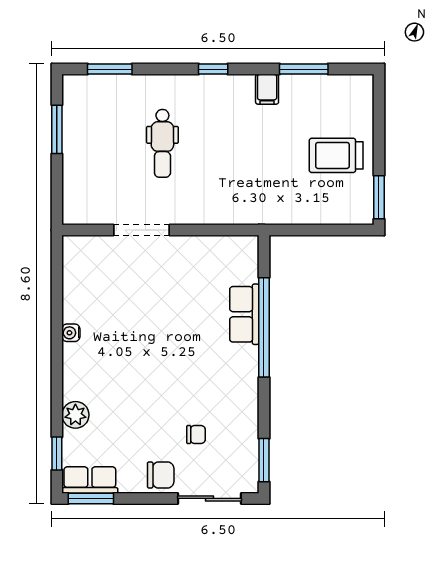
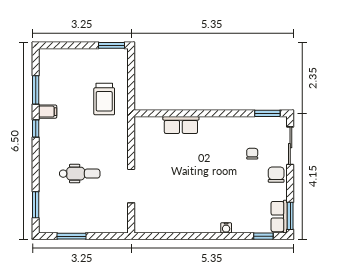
window: (213, 69) -> (36, 128), moved
trolley: (336, 155) -> (104, 99), moved
window: (264, 327) -> (189, 113), removed
water cooler: (71, 333) -> (226, 228), moved
plant: (75, 415) -> (241, 225), removed

